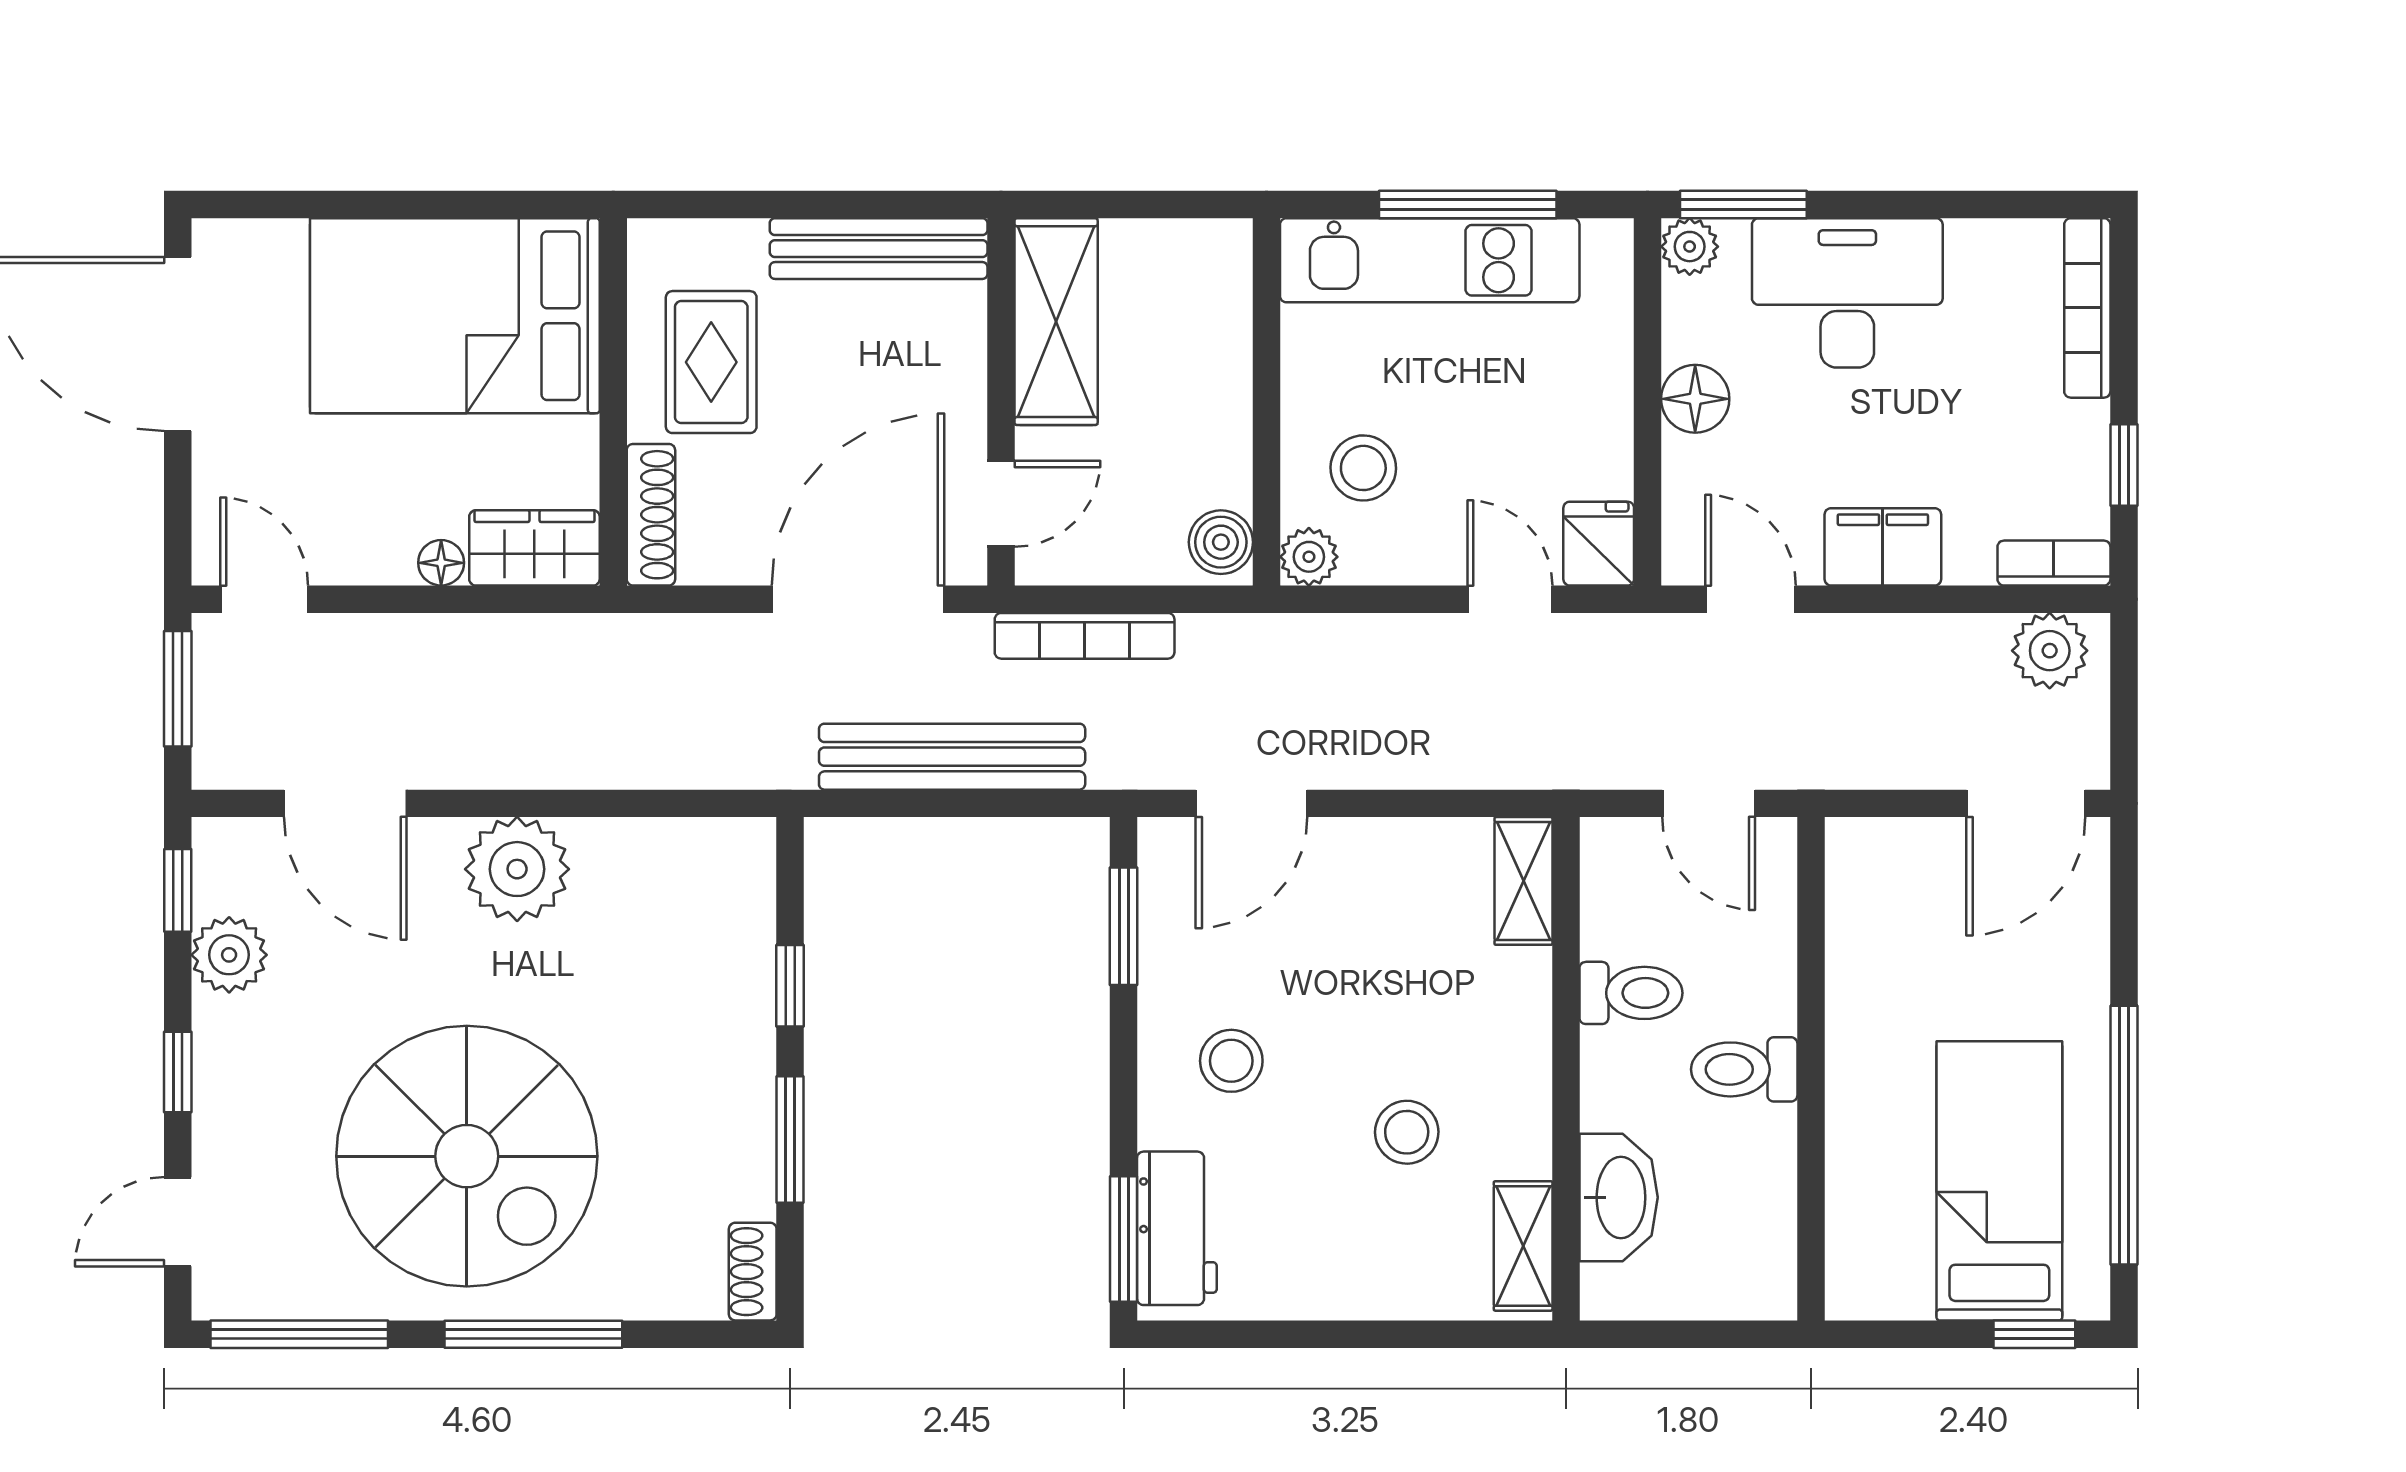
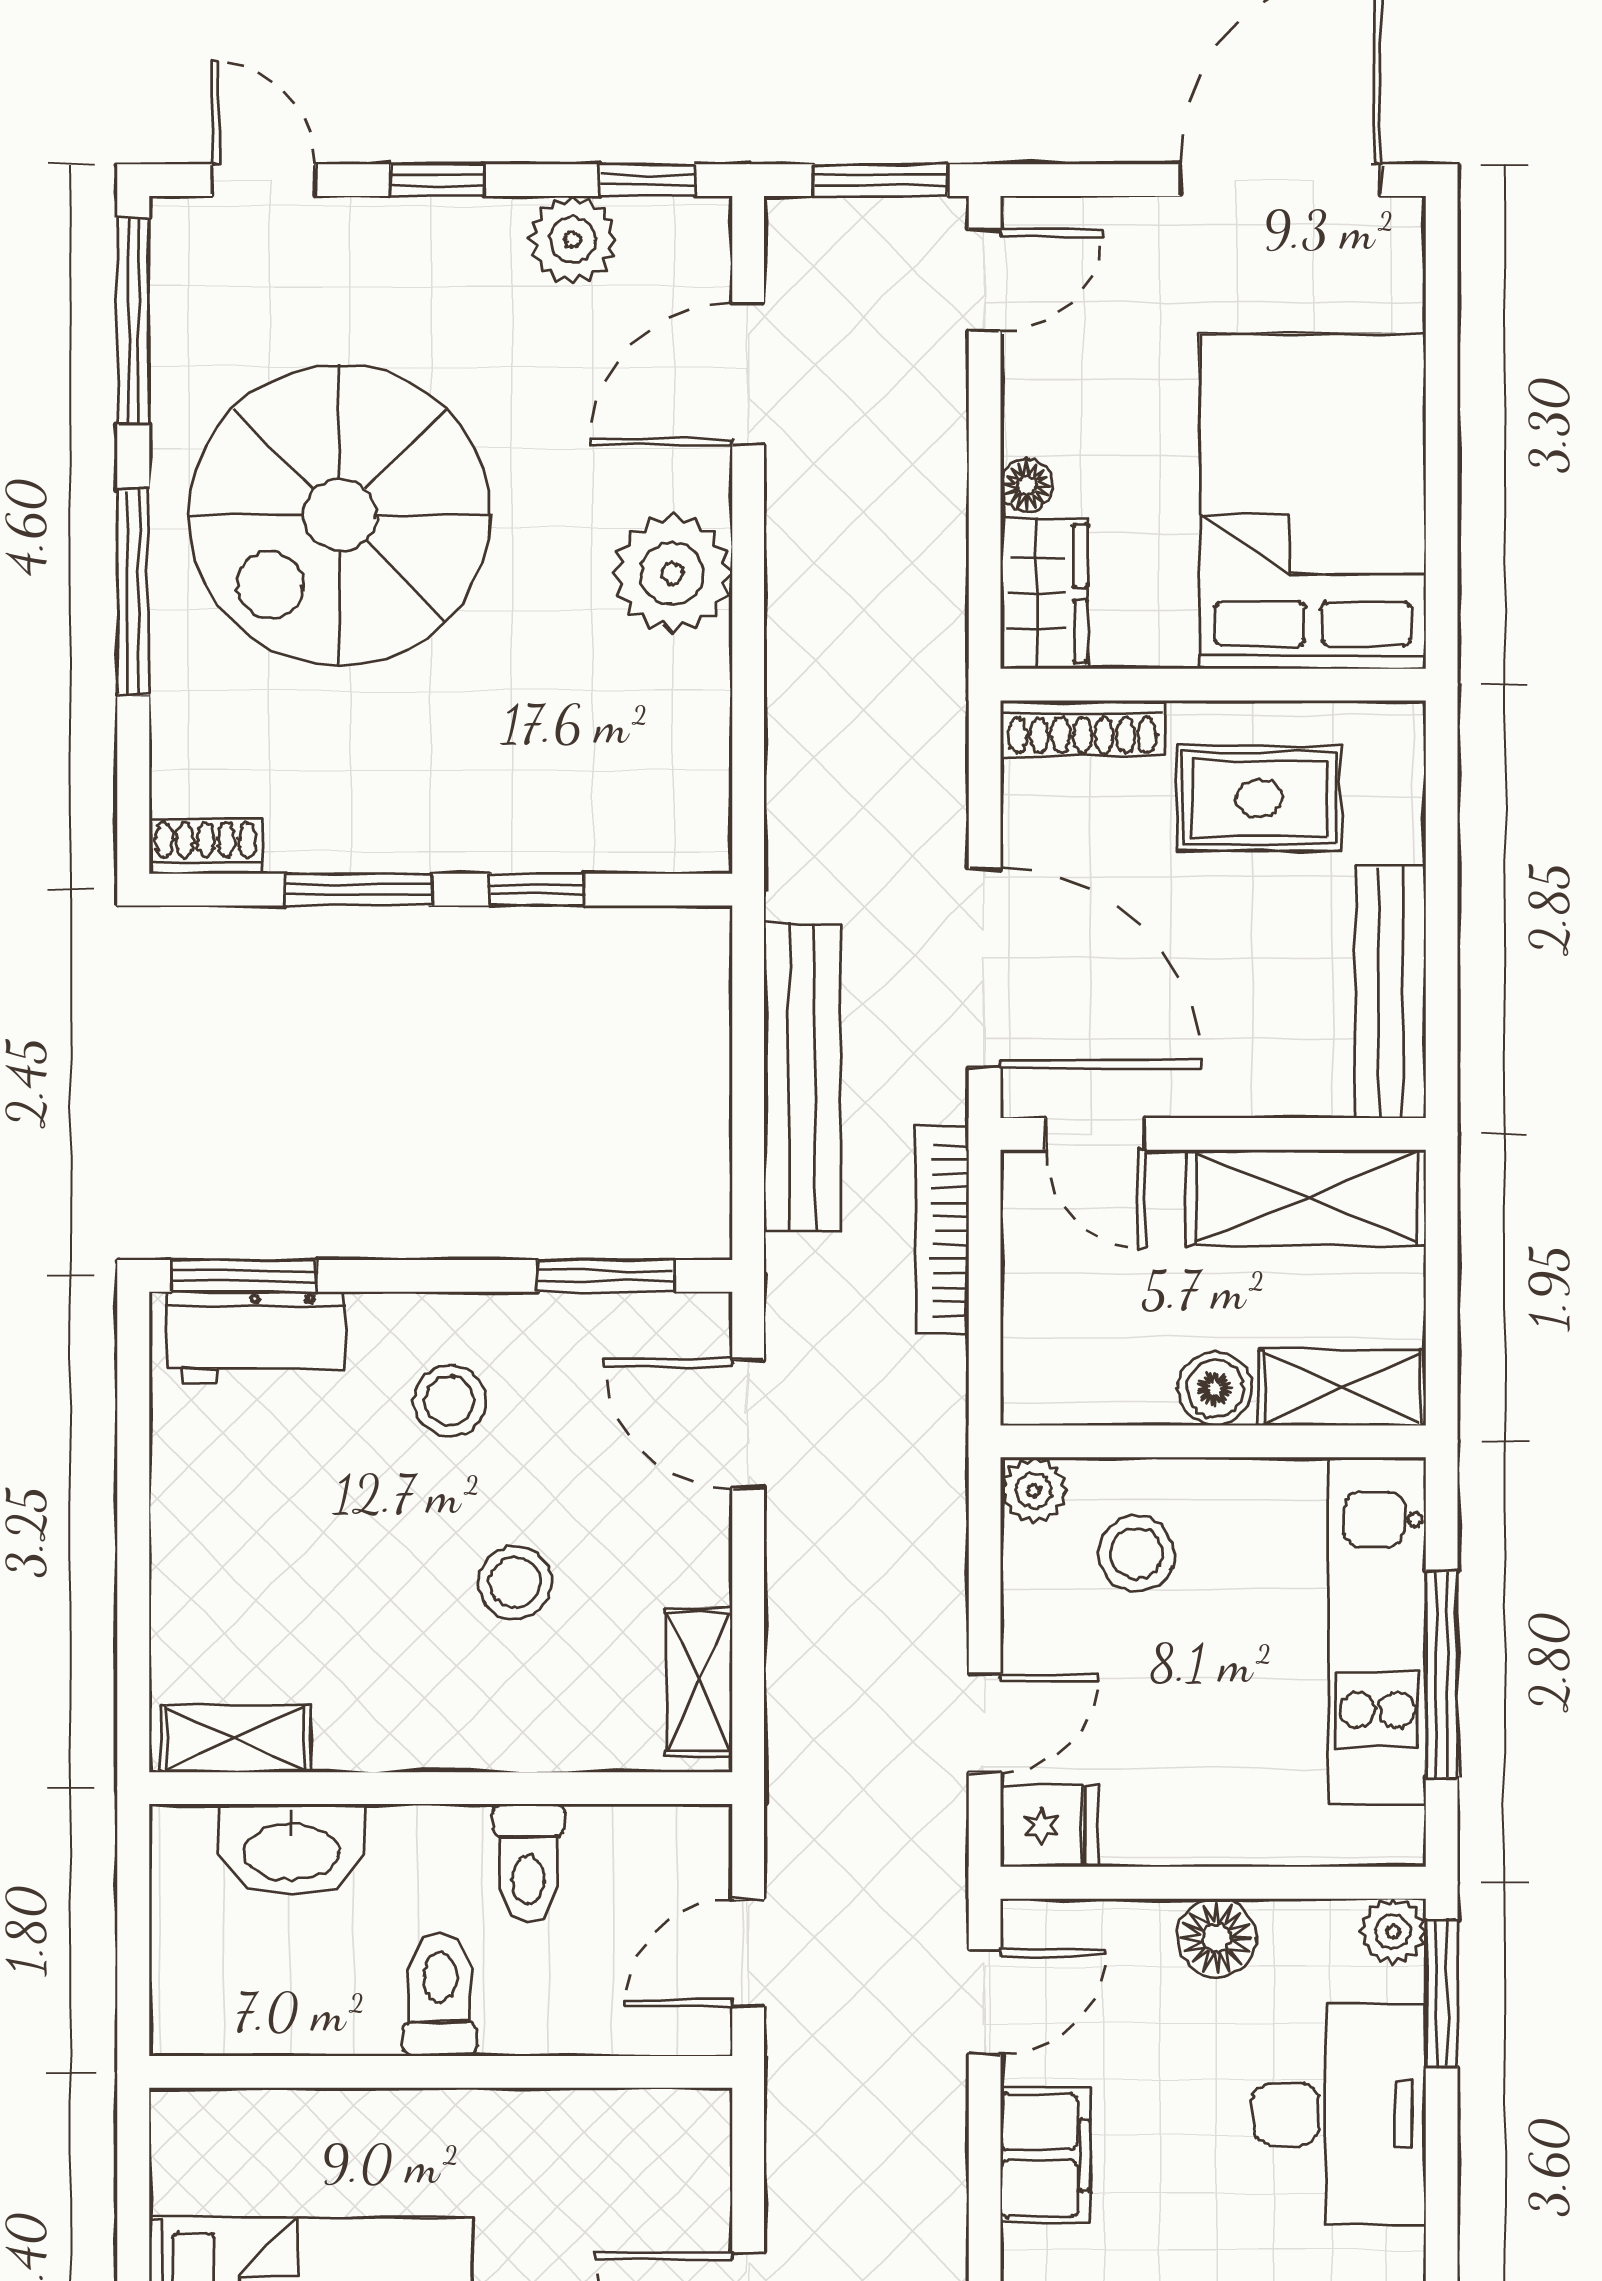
shelving: (1220, 291) -> (1342, 1388), added
boiler: (1221, 542) -> (1215, 1389), moved
shelving: (1523, 881) -> (699, 1682), moved, turned 90
stool: (1407, 1132) -> (515, 1583), moved

